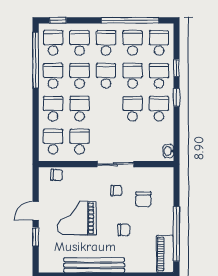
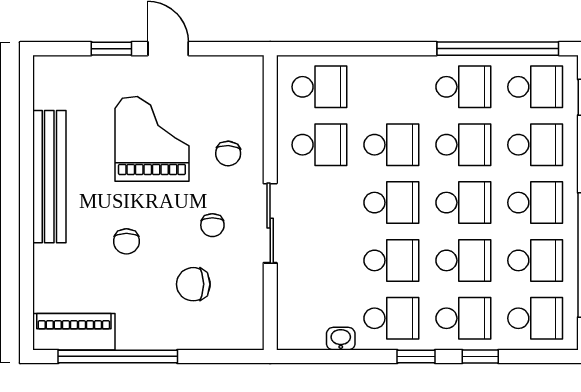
school desk: (53, 109) -> (391, 203), moved
washbasin: (168, 151) -> (341, 339), moved
chair: (57, 175) -> (228, 153), moved

